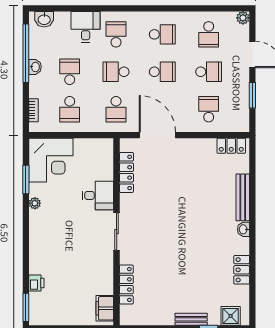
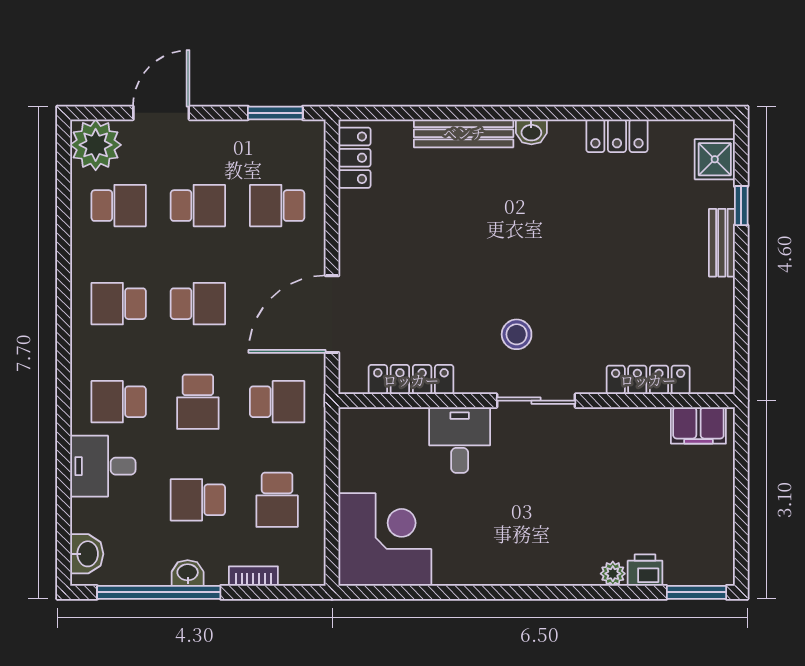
plant: (243, 18) -> (96, 145), width x1.87, depth x1.87
school desk: (162, 34) -> (119, 304), turned -90
school desk: (162, 72) -> (198, 304), turned 90
school desk: (209, 72) -> (198, 206), turned 90
window: (252, 95) -> (275, 113), moved
school desk: (70, 109) -> (277, 500), turned 90
bookcase: (34, 110) -> (253, 576), moved
window: (26, 179) -> (426, 592), removed
plant: (35, 203) -> (613, 574), moved
stool: (148, 222) -> (517, 334), added

